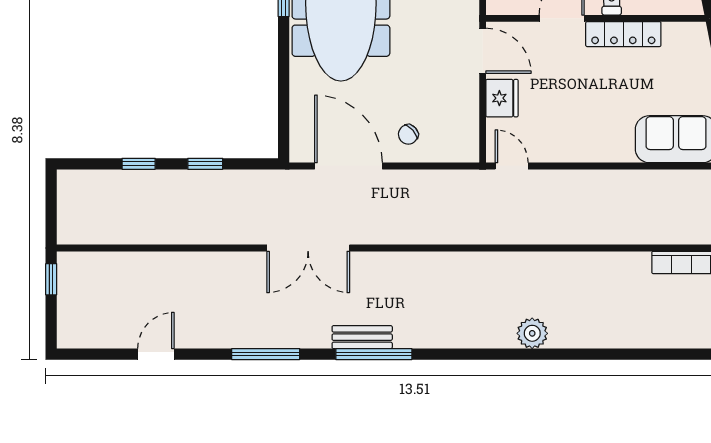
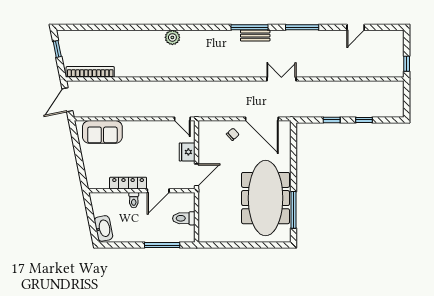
door: (483, 51) -> (197, 175), swing flipped
double door: (308, 248) -> (281, 79), width x0.73

